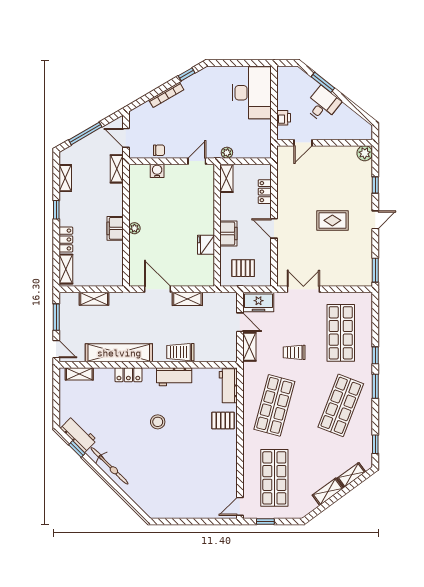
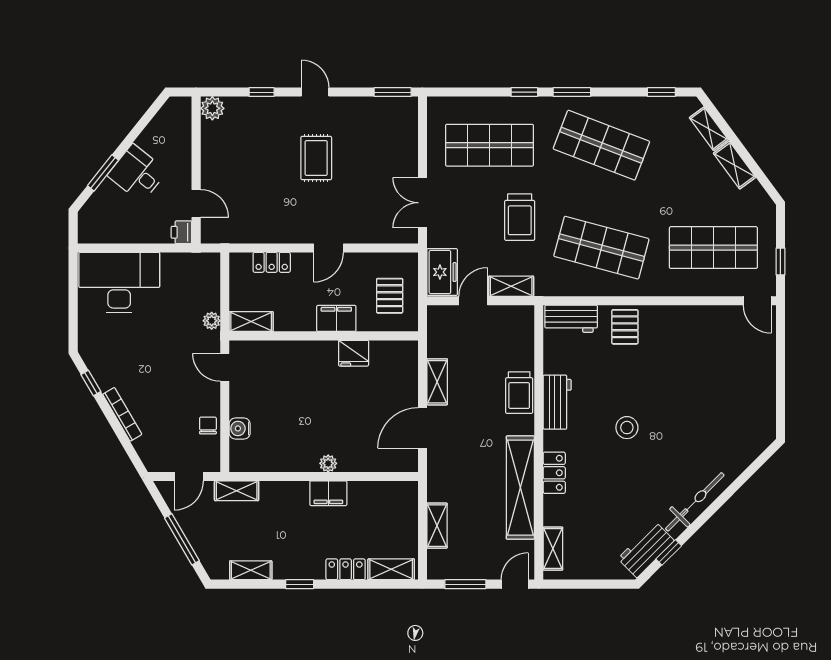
printer: (284, 118) -> (181, 232), moved, turned -90
trolley: (294, 352) -> (520, 217), width x1.36, depth x1.39

